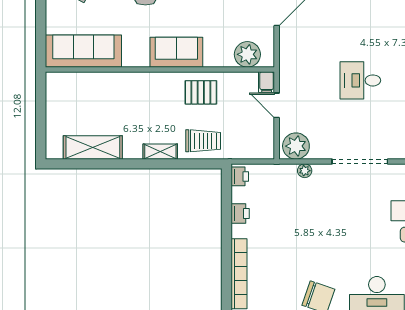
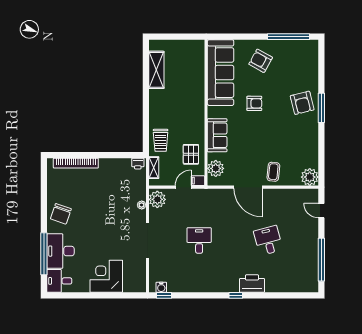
sofa: (83, 51) -> (221, 73), width x1.36, depth x1.27
sofa: (176, 52) -> (217, 135), moved
pallet: (201, 92) -> (191, 154), moved
shelving: (160, 152) -> (154, 168), moved
printer: (240, 213) -> (114, 164), removed

